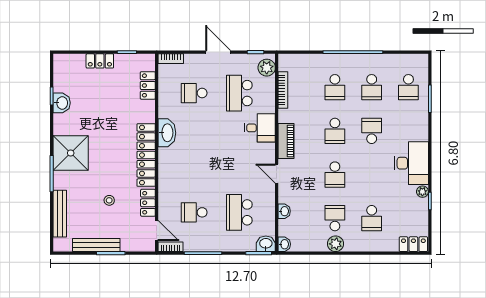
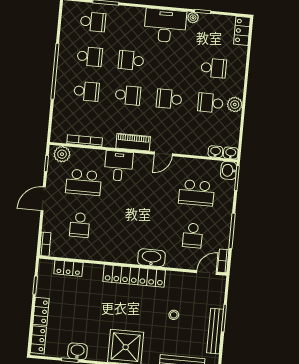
washbasin: (167, 133) -> (151, 258), moved
school desk: (335, 175) -> (169, 99), turned 180
locker: (148, 203) -> (38, 340), moved, turned -90
washbasin: (284, 211) -> (215, 152), moved

